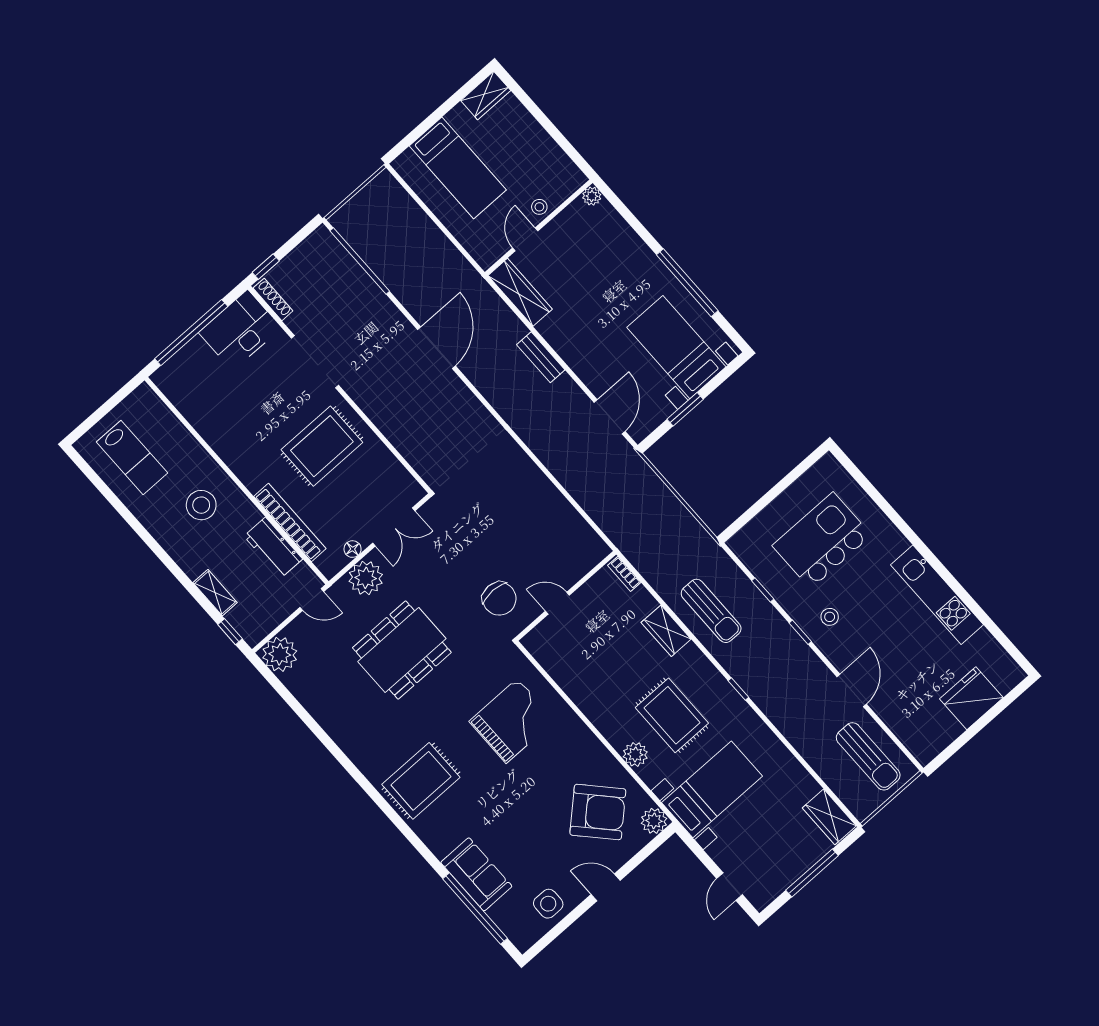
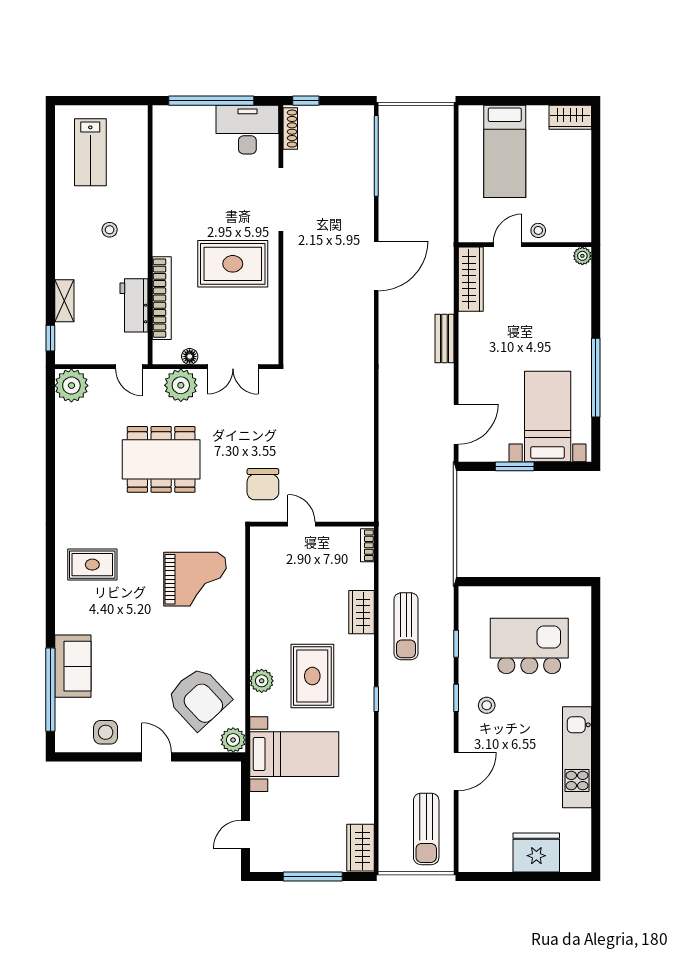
stool: (201, 505) -> (110, 230), width x0.53, depth x0.53
rug: (421, 781) -> (92, 565), width x0.73, depth x0.70

